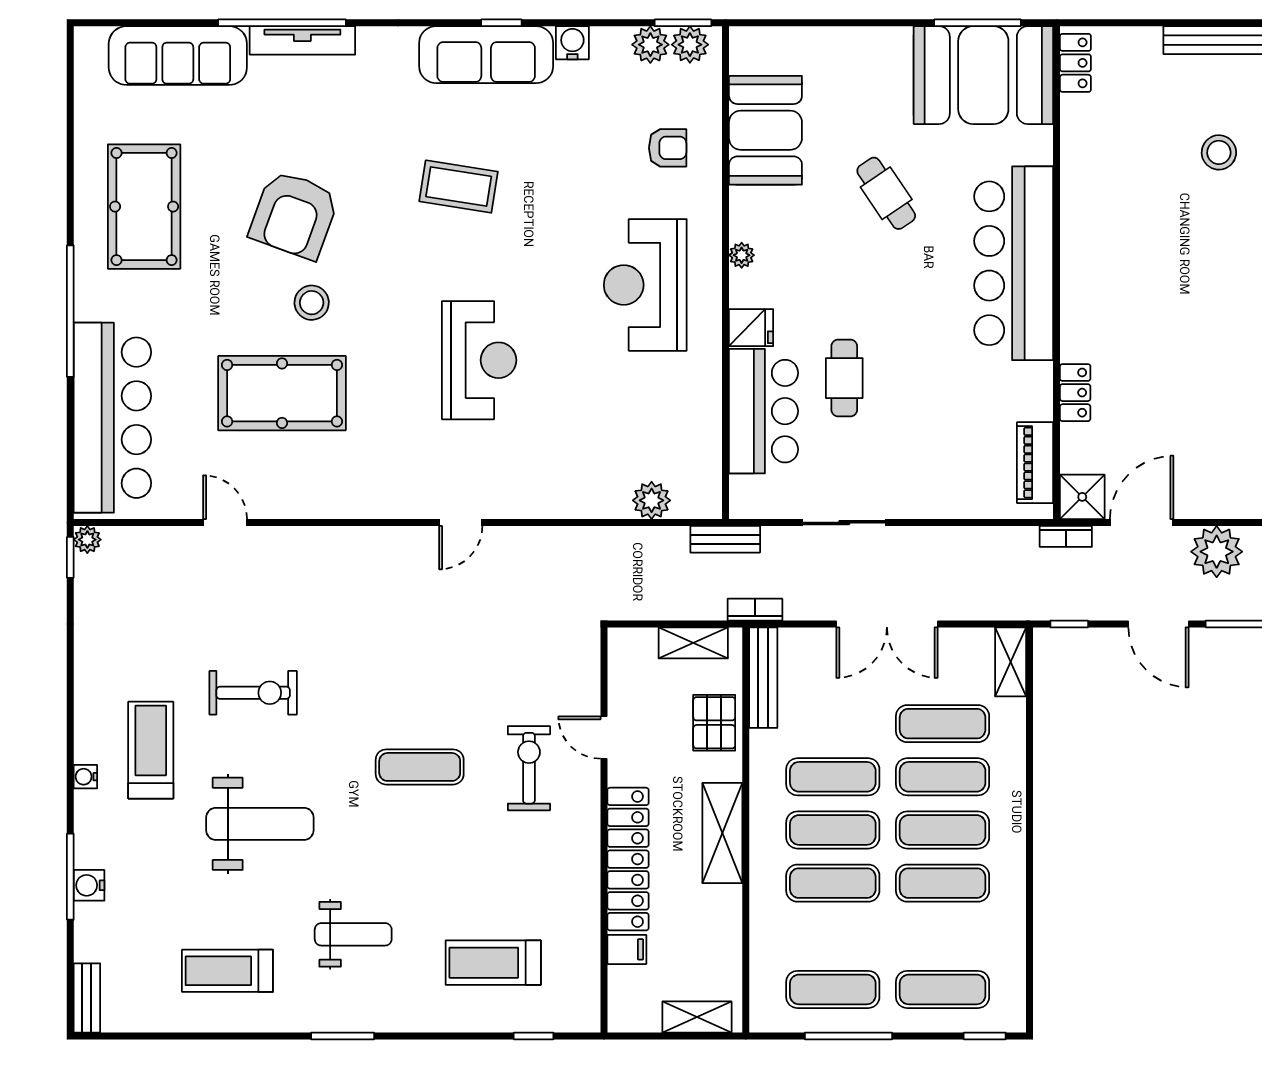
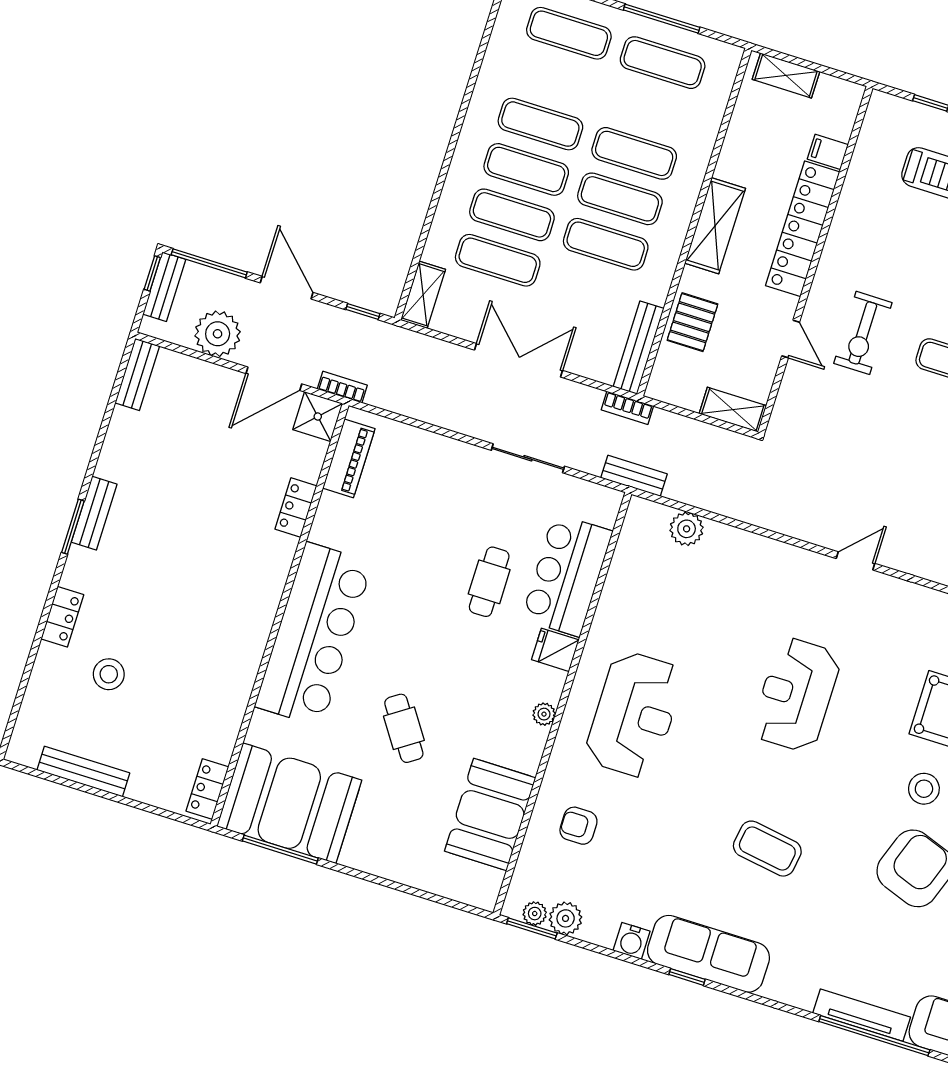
plant: (690, 45) -> (535, 914), width x0.73, depth x0.73
shelving: (693, 643) -> (733, 410), moved

